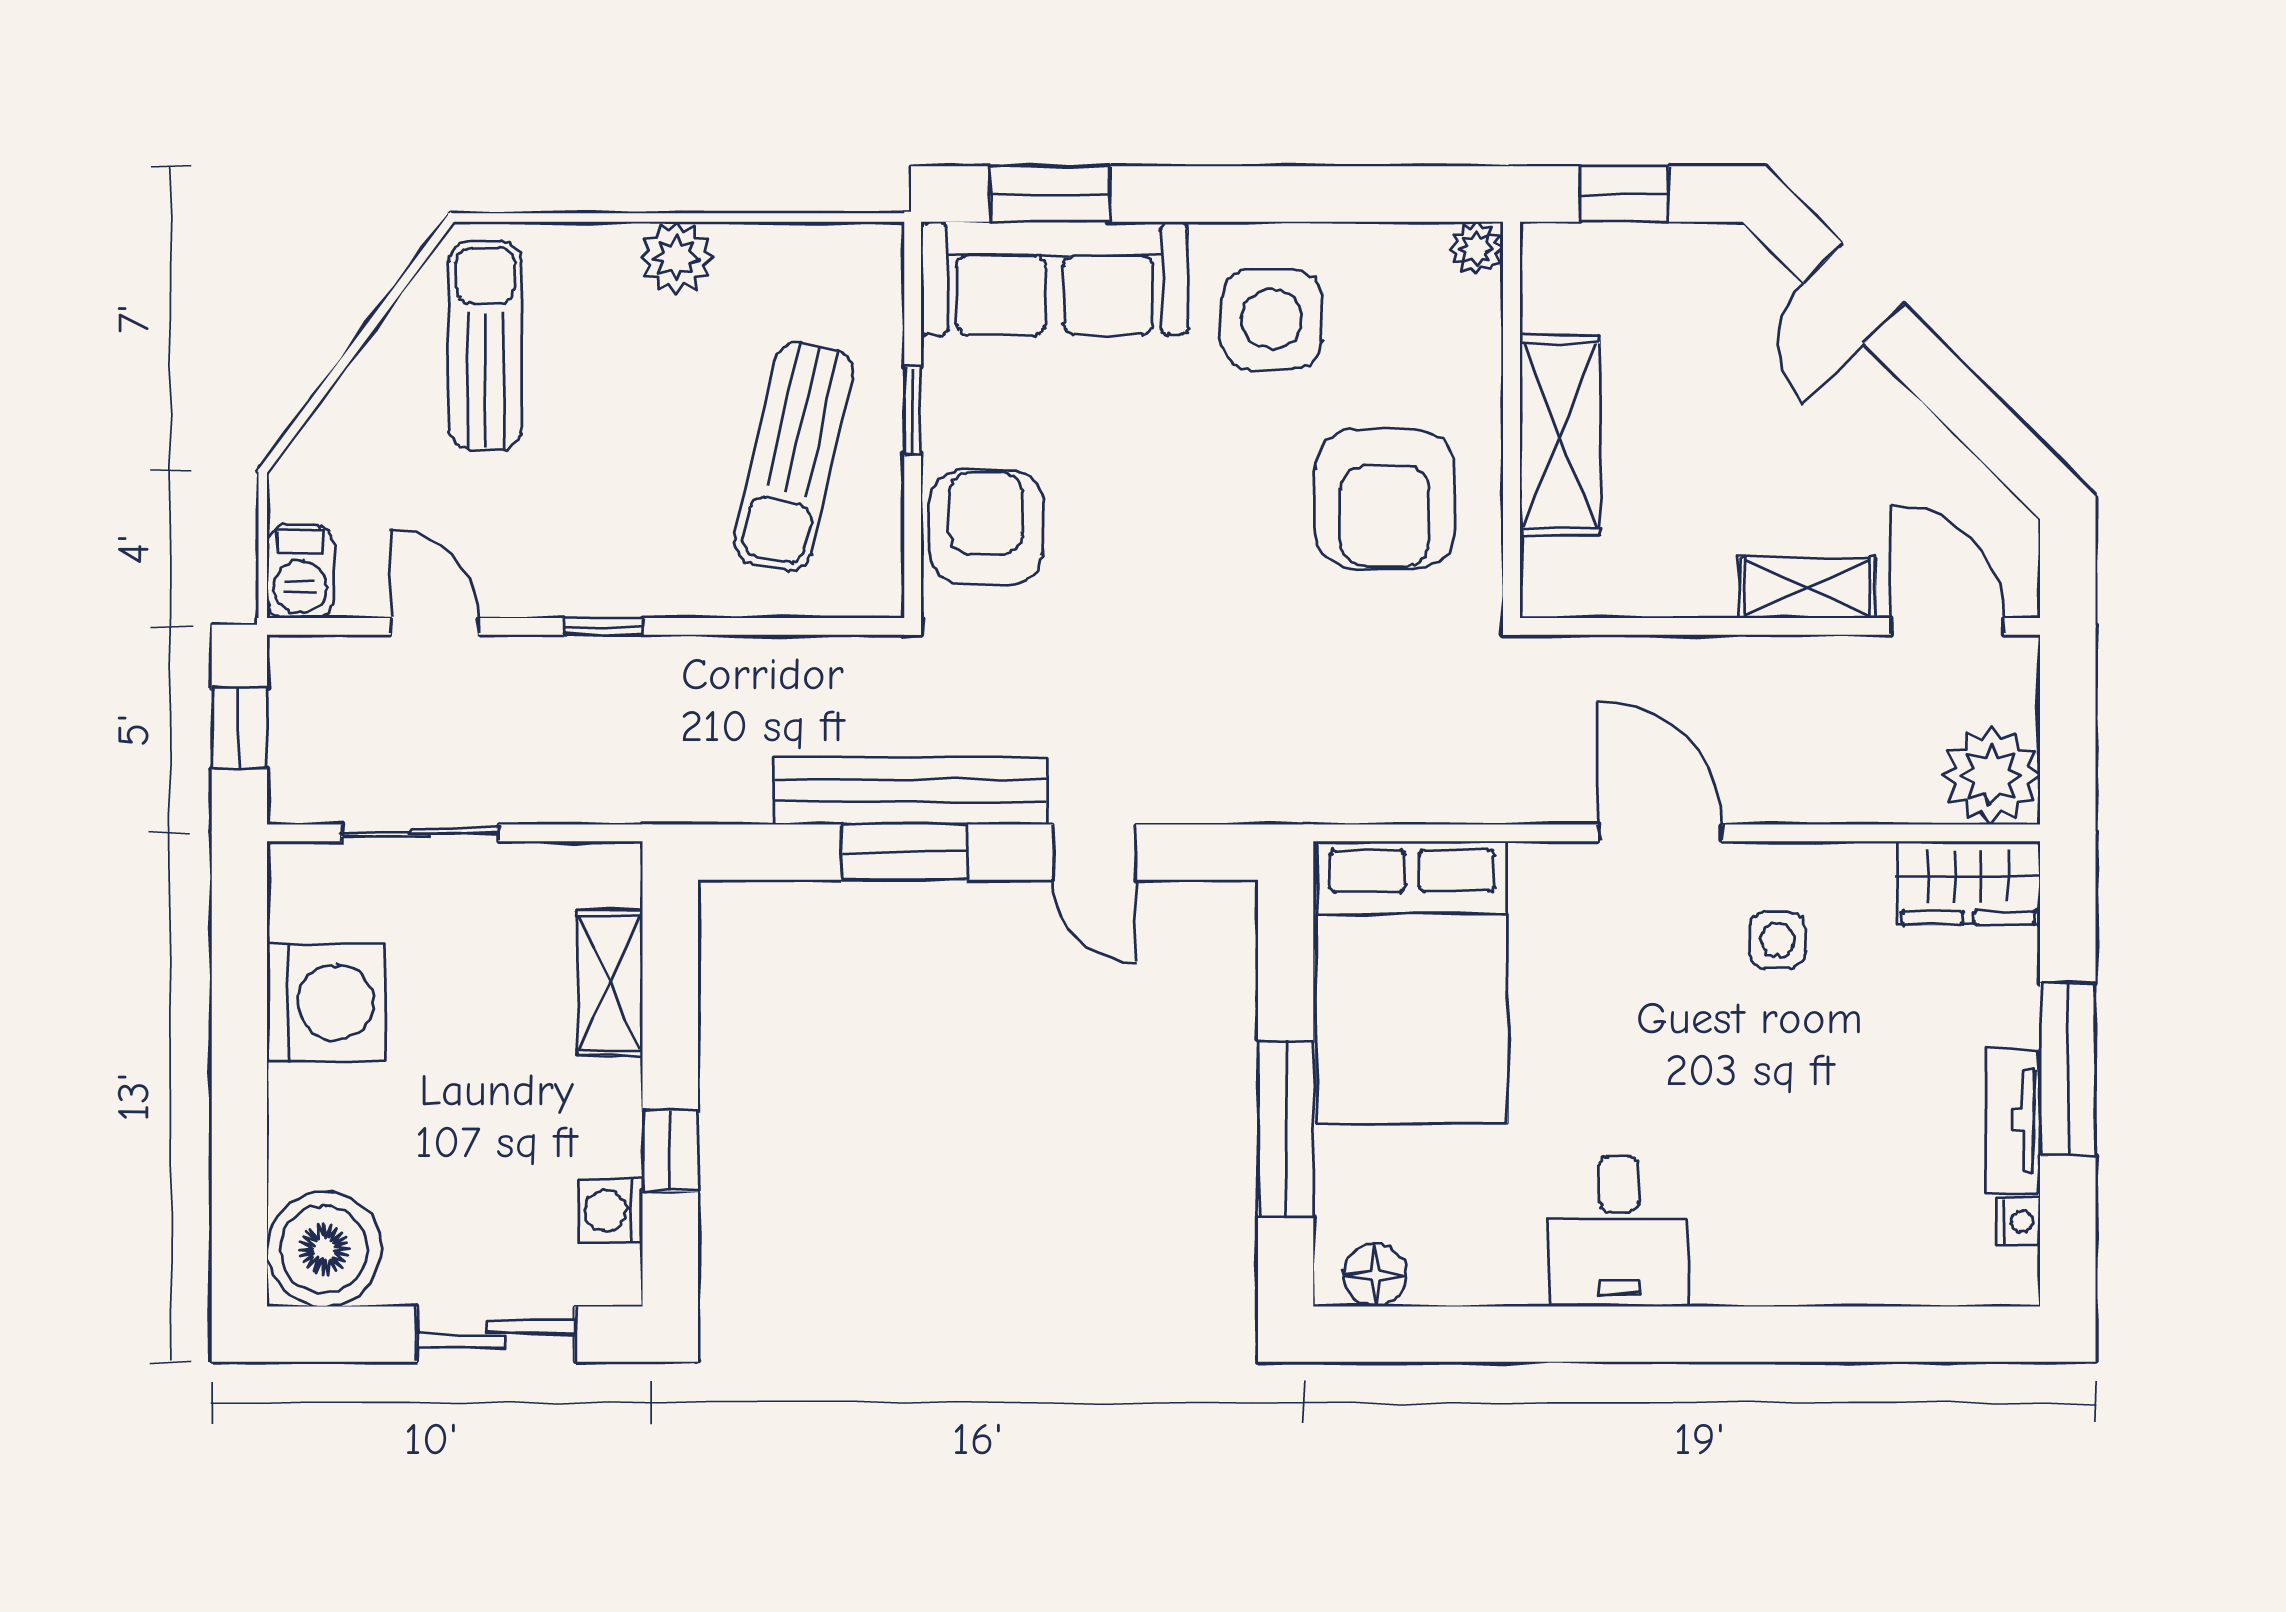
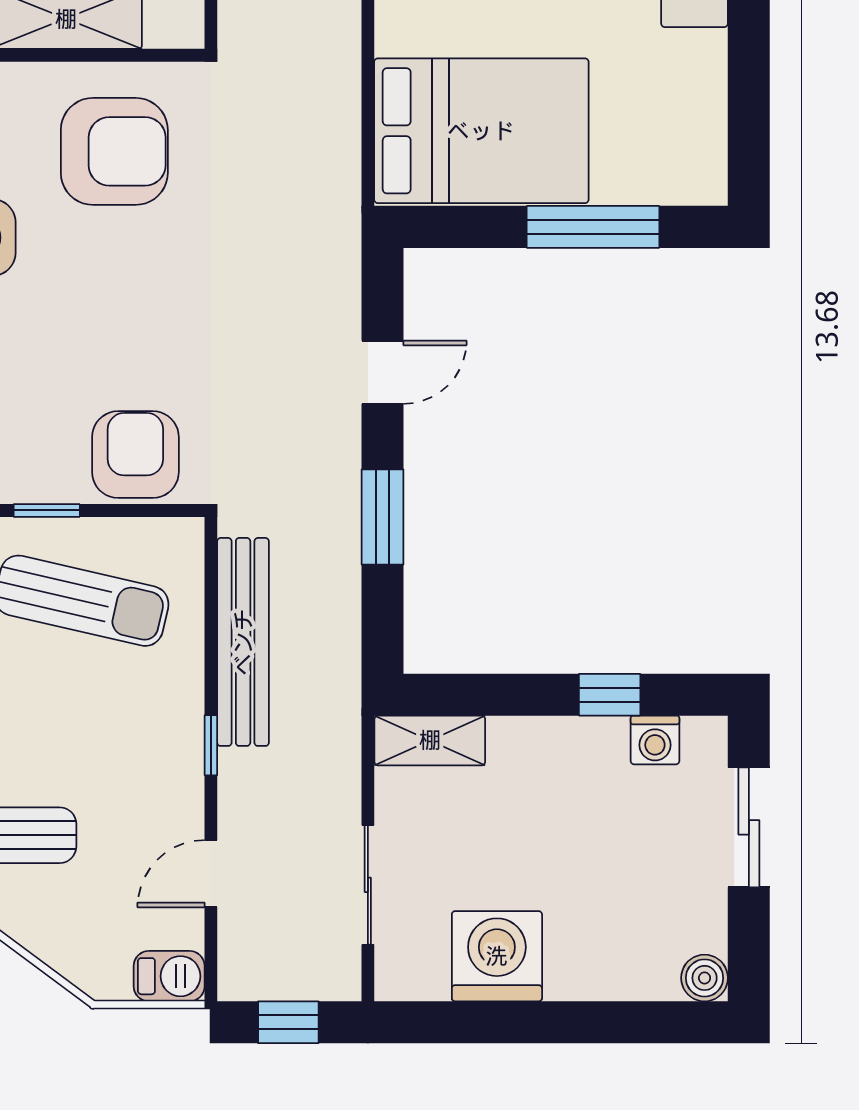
armchair: (986, 527) -> (135, 455), turned 90
bench: (910, 791) -> (243, 642), moved
shelving: (610, 983) -> (430, 740), moved
boiler: (324, 1249) -> (705, 978), width x0.54, depth x0.54
floor lamp: (1375, 1275) -> (704, 159), removed

